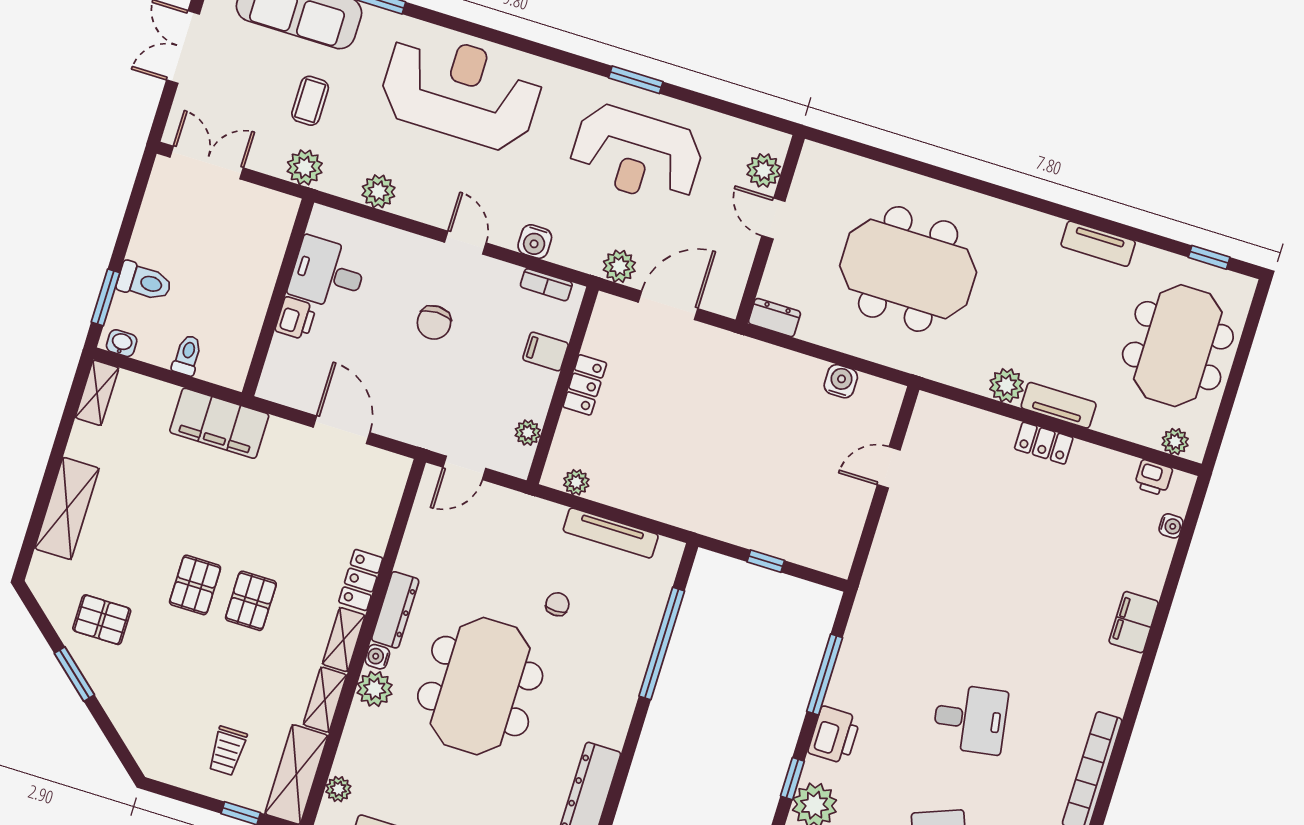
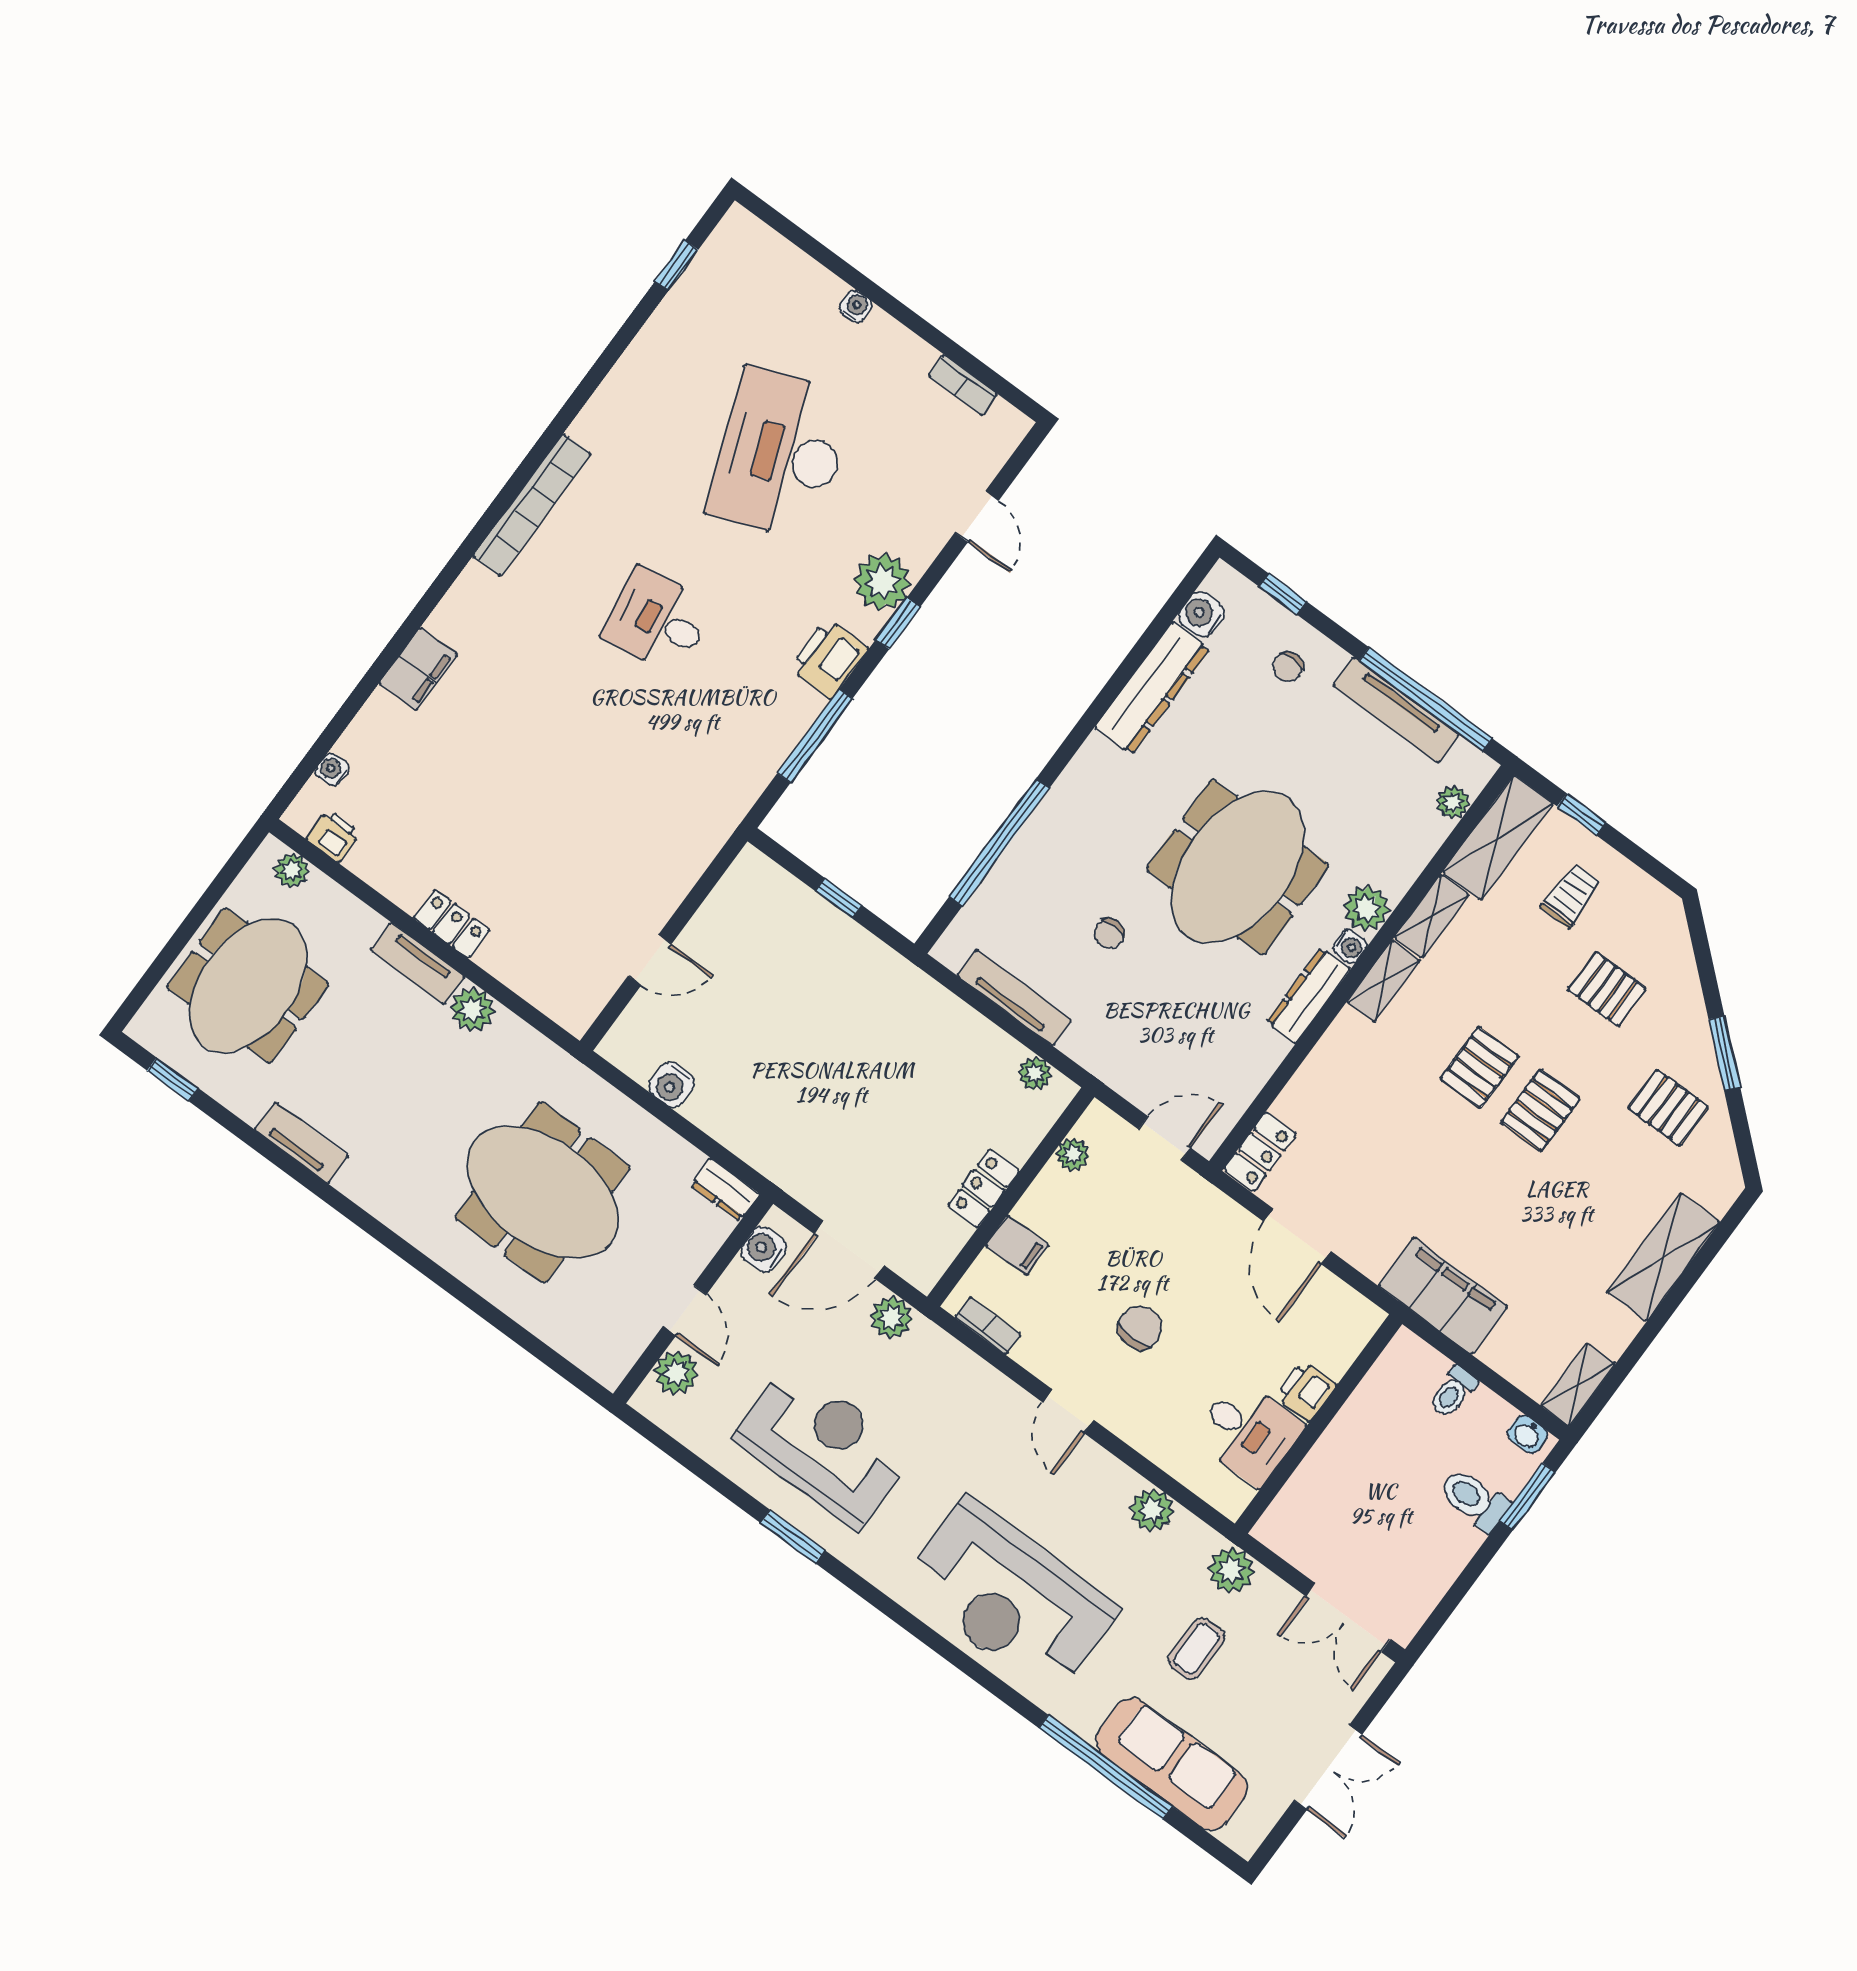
water cooler: (535, 242) -> (764, 1249), moved, turned -90
locker: (361, 580) -> (1260, 1152), moved
pallet: (177, 691) -> (1607, 989), added

